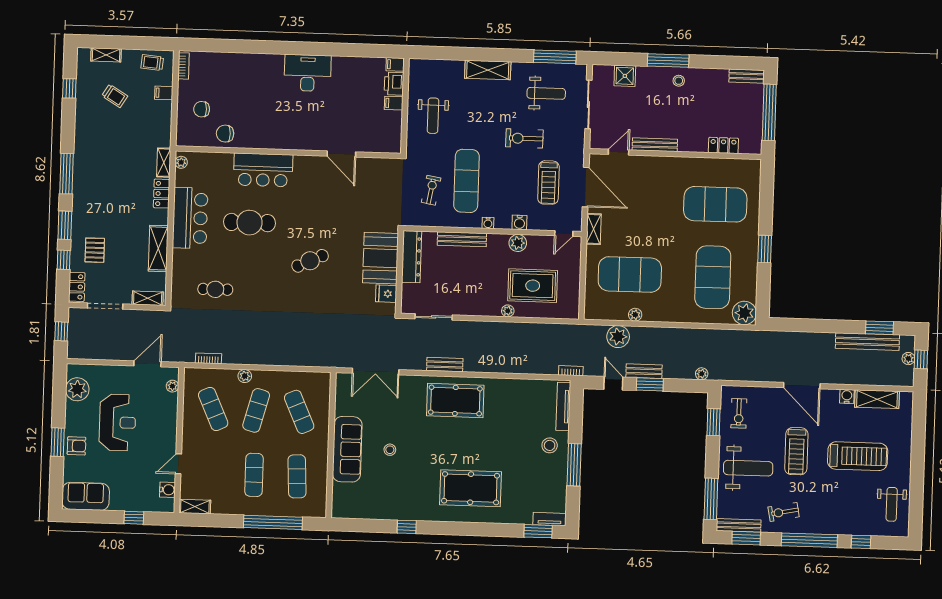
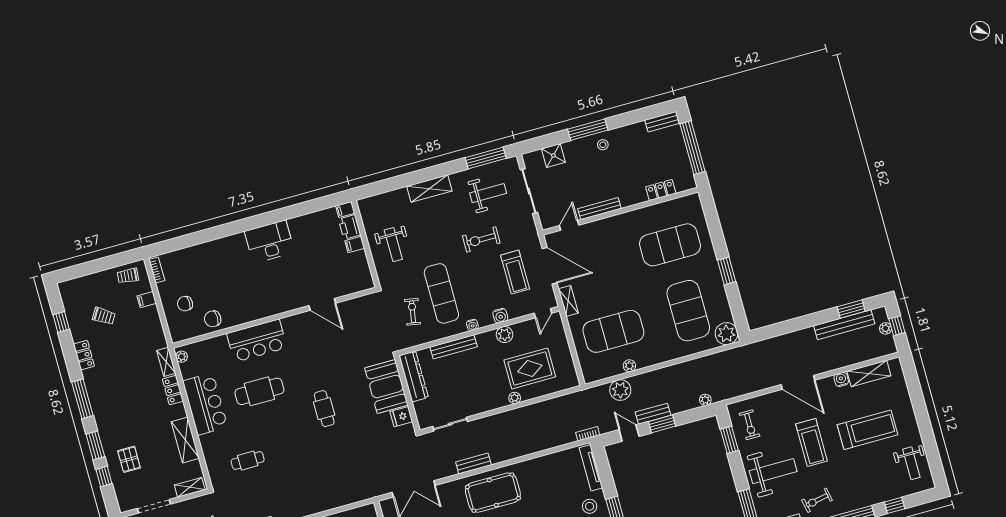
shelving: (106, 55) -> (85, 282), removed
cafe table: (310, 261) -> (324, 409), turned -65
locker: (77, 287) -> (84, 355), moved

